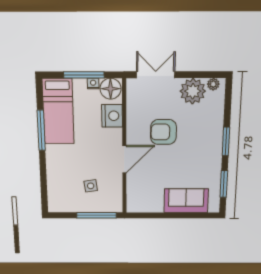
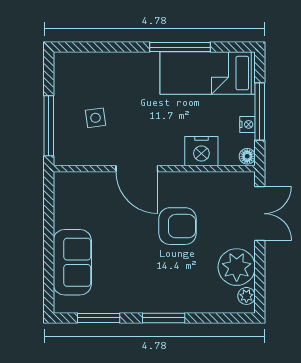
floor lamp: (111, 89) -> (247, 156), width x0.53, depth x0.53
armchair: (163, 132) -> (178, 226), turned 90

